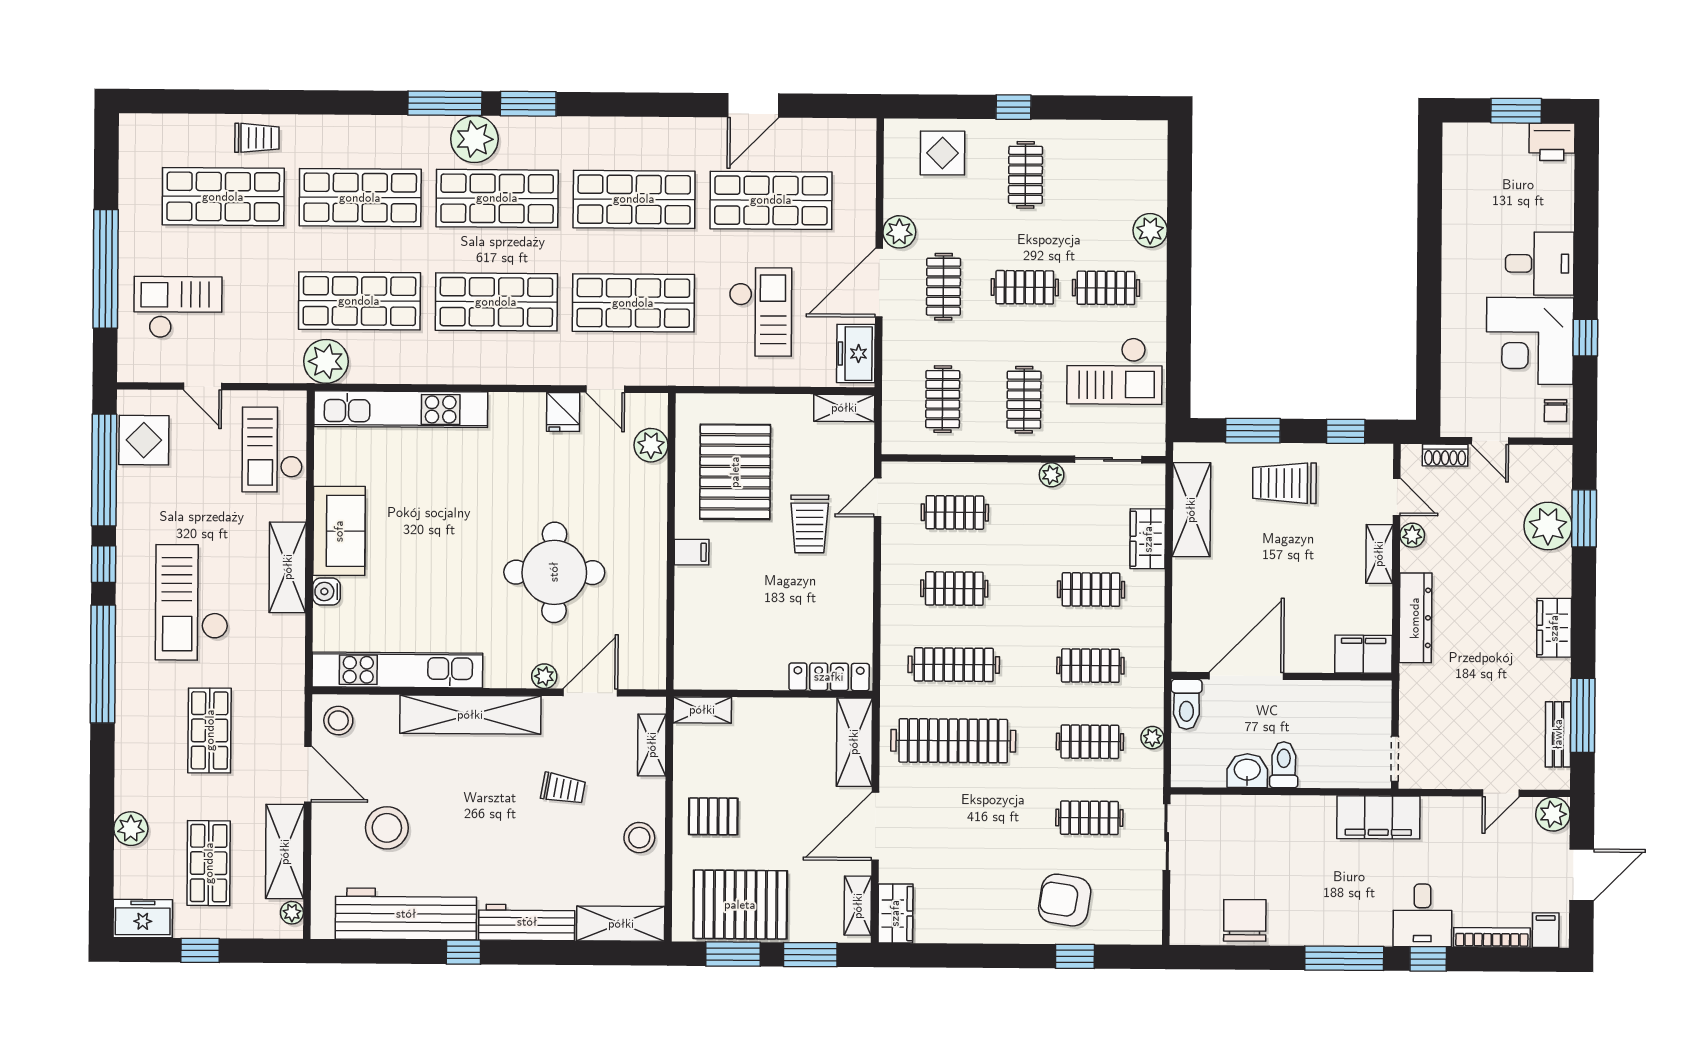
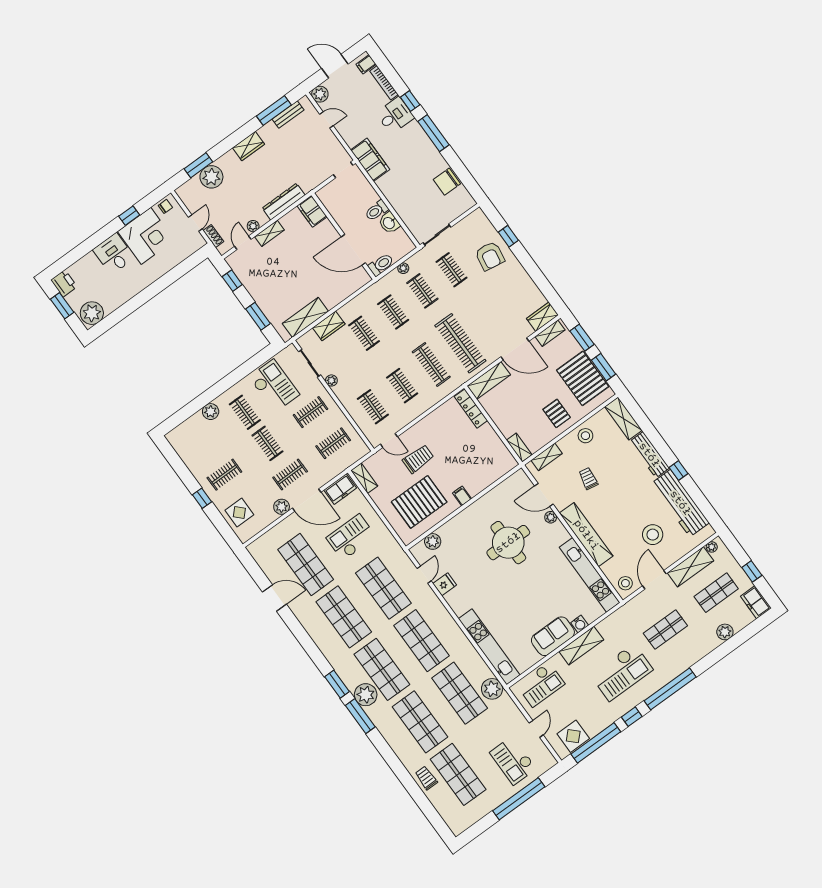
plant: (1466, 152) -> (92, 313), added
trolley: (1284, 483) -> (269, 289), removed

